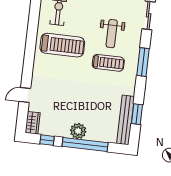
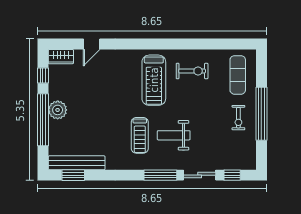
window: (143, 62) -> (160, 175), moved
door: (25, 95) -> (92, 44), swing flipped
window: (137, 114) -> (73, 175), moved

